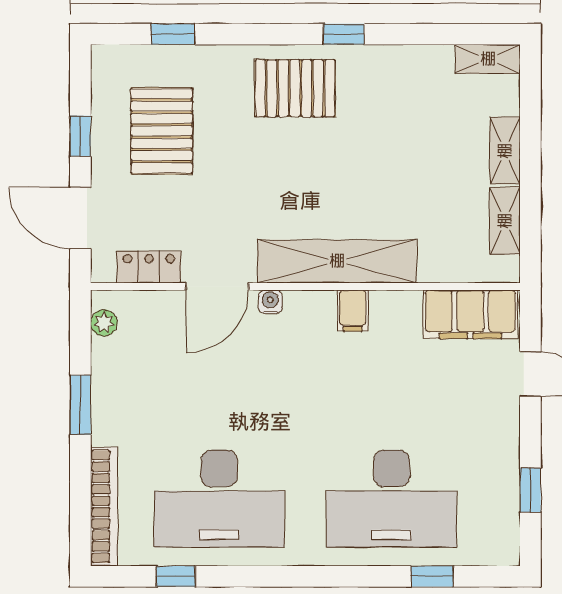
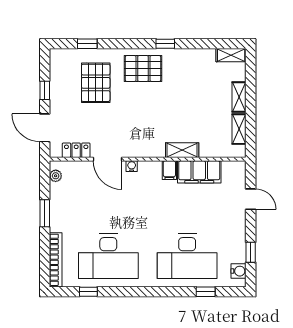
pallet: (162, 131) -> (96, 83), moved
shelving: (337, 261) -> (182, 150), width x0.45, depth x0.75
door: (217, 286) -> (107, 159), hinge flipped
filing cabinet: (470, 314) -> (199, 172), moved
water cooler: (504, 531) -> (239, 271), added

